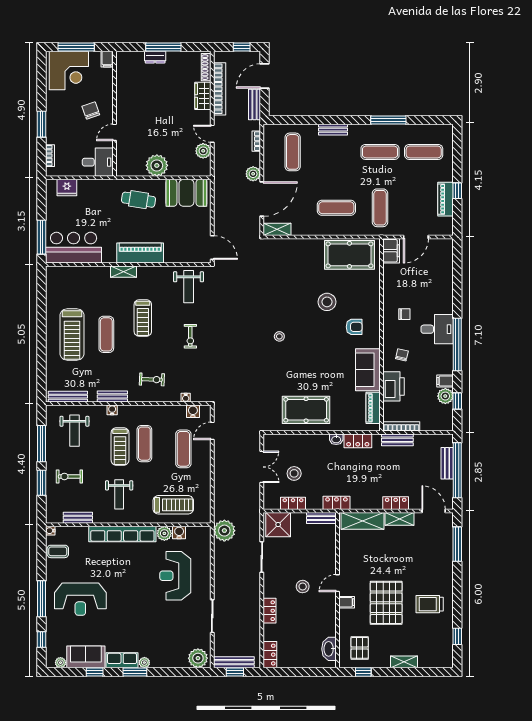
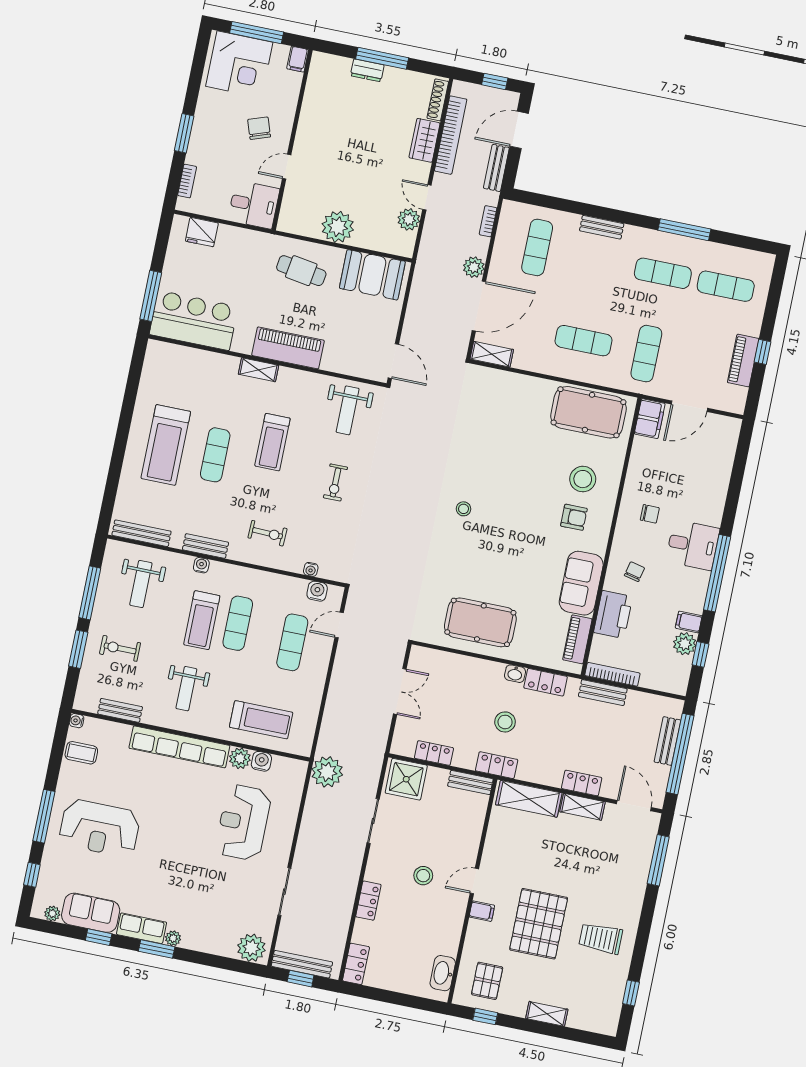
stool: (327, 302) -> (583, 479), moved
stool: (294, 473) -> (505, 722), moved

